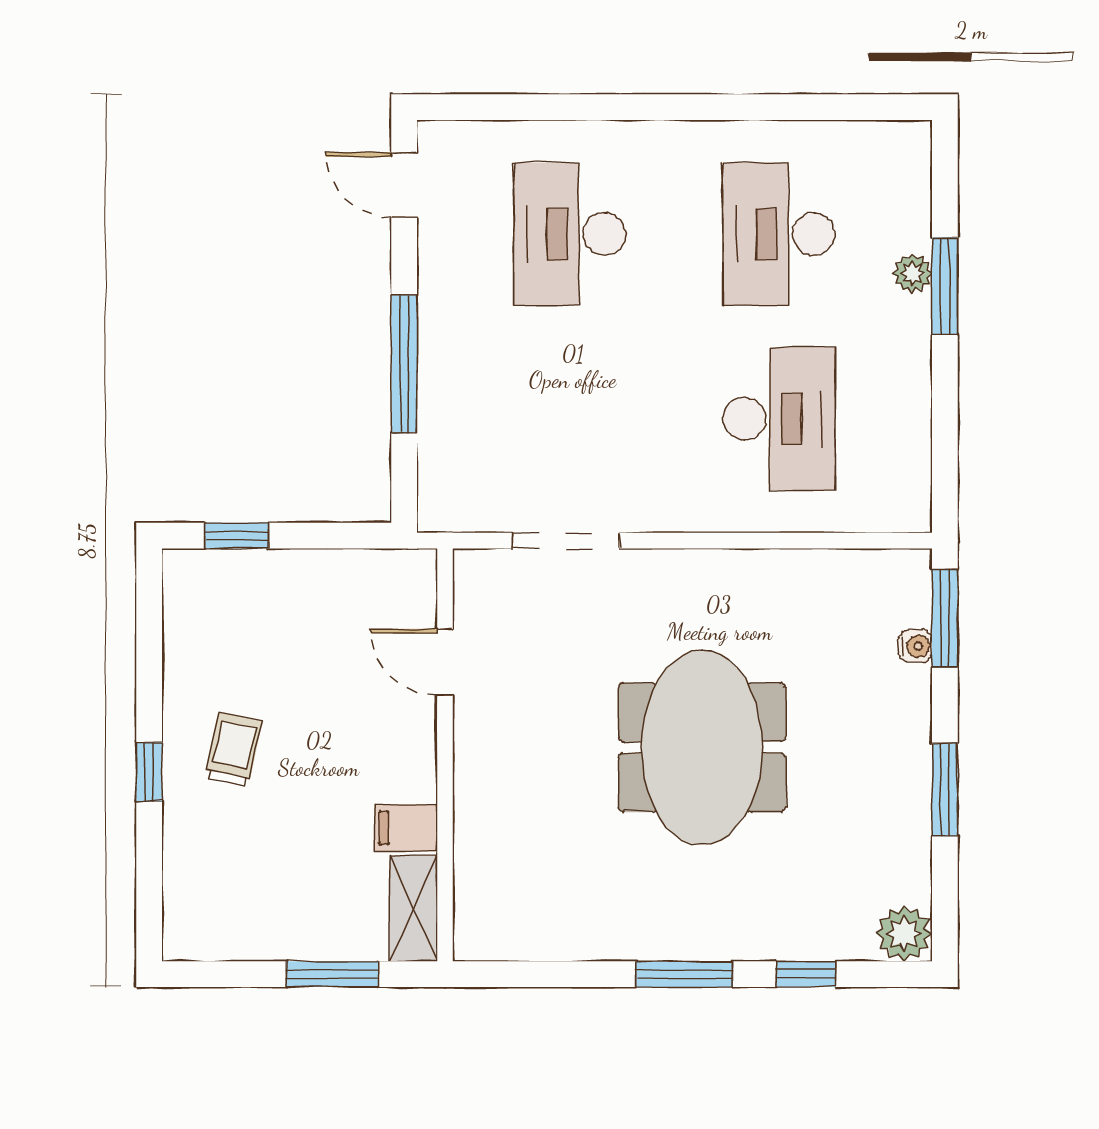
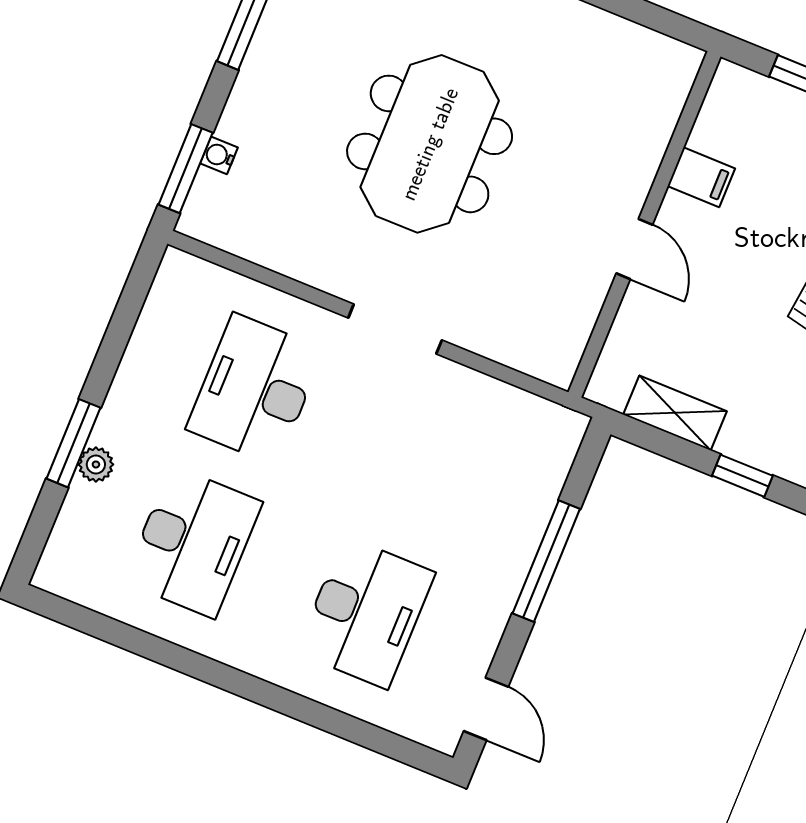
doorway: (566, 541) -> (395, 329), moved
door: (445, 662) -> (634, 249), moved
shelving: (413, 908) -> (675, 413), moved, turned 90

